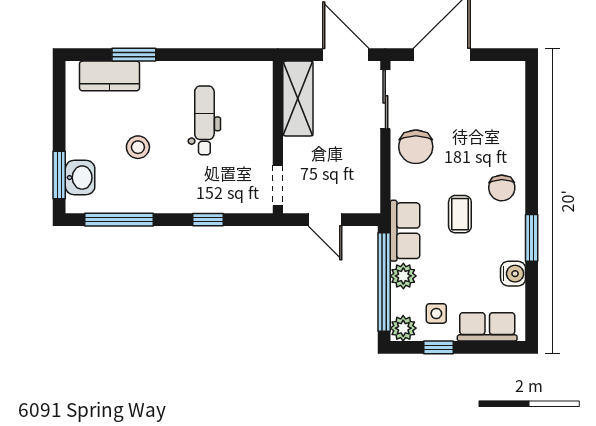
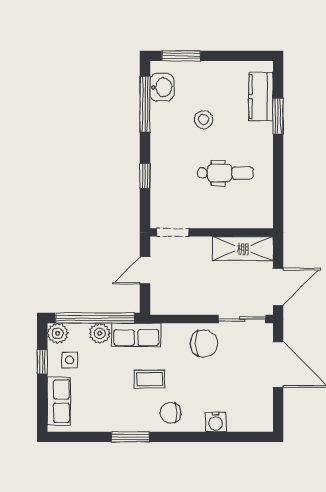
chair: (416, 147) -> (204, 343), turned 180
washbasin: (80, 178) -> (162, 87), moved, turned -90
water cooler: (513, 274) -> (216, 422), moved

